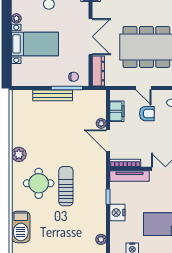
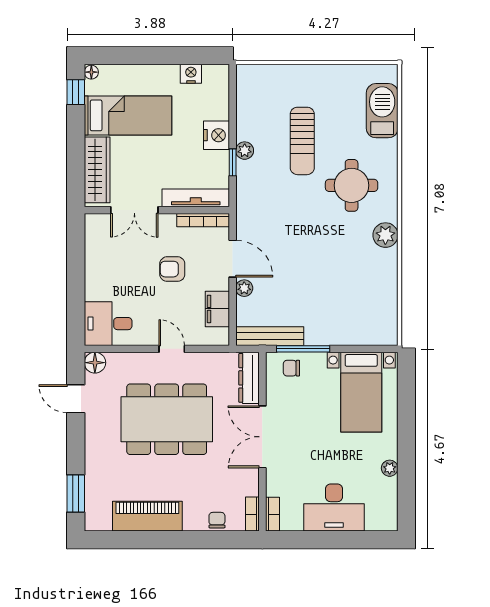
bed with nightstands: (35, 44) -> (361, 392), moved, turned -90
bench: (53, 95) -> (270, 336), moved
armchair: (147, 114) -> (172, 269), moved
sun lounger: (66, 186) -> (302, 141), moved
plant: (101, 239) -> (245, 151), moved

